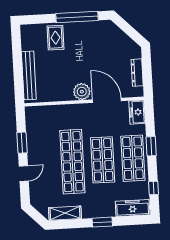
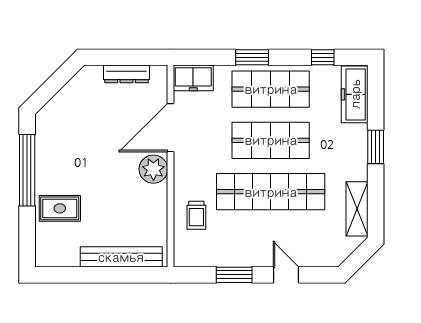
trolley: (56, 119) -> (196, 215), added

